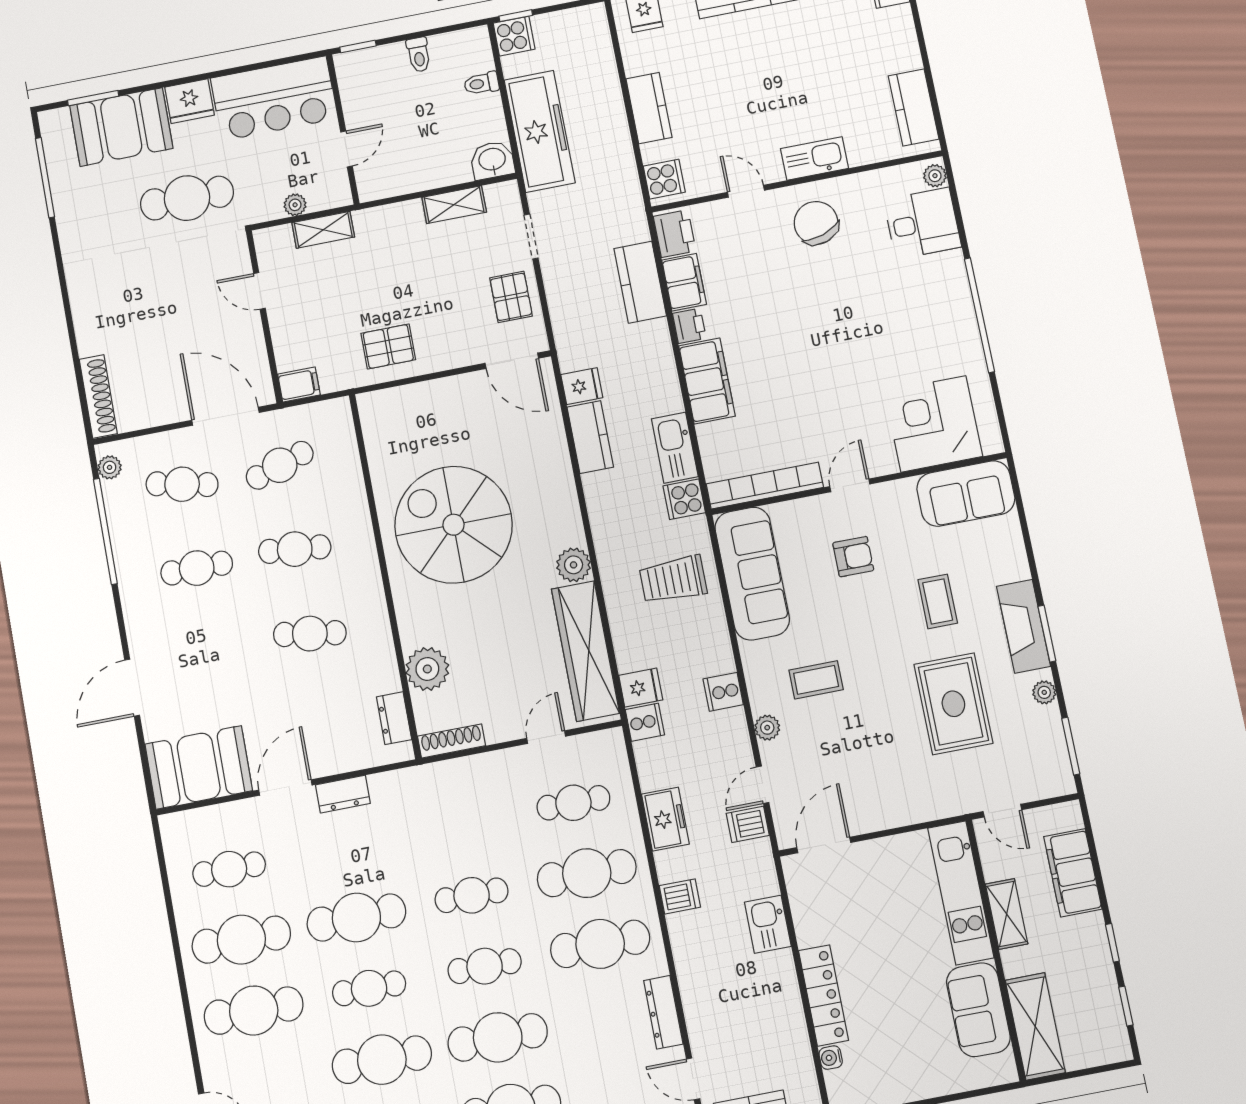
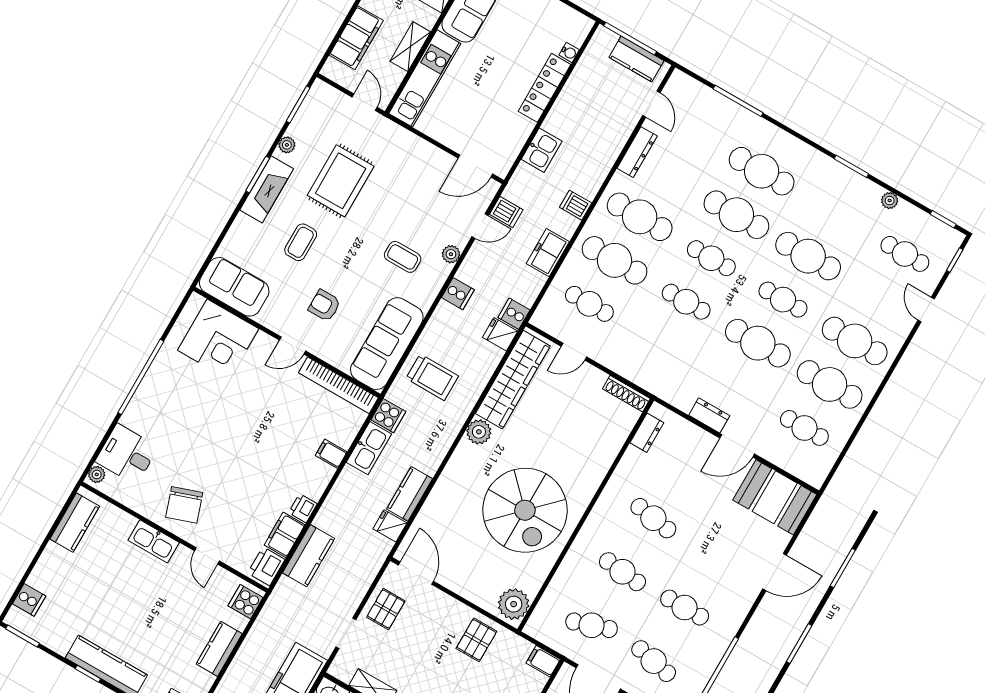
pallet: (388, 346) -> (476, 640), turned 90
filing cabinet: (707, 381) -> (331, 454), width x0.33, depth x0.86
plant: (427, 669) -> (514, 604), moved

